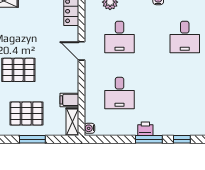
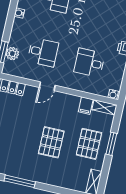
desk: (120, 93) -> (89, 63), turned 180

